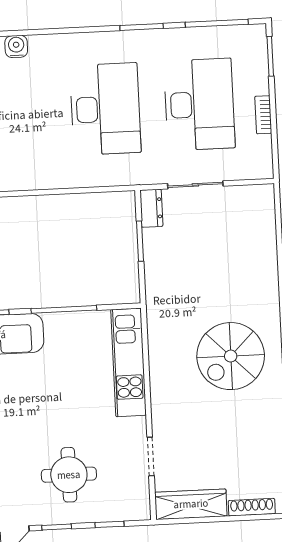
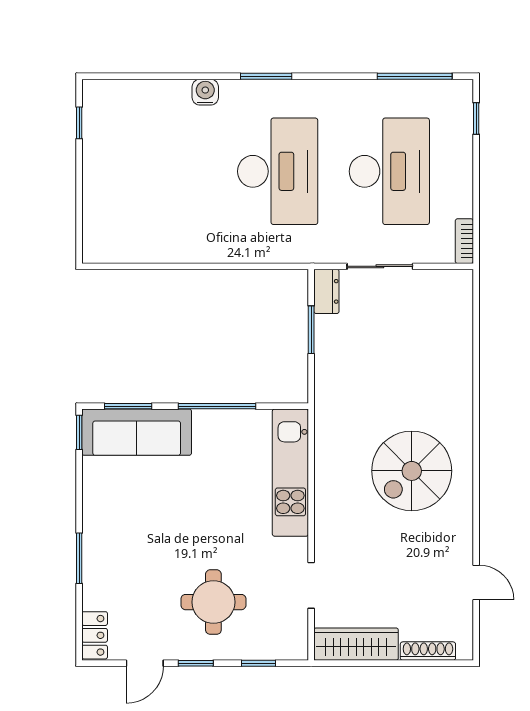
window: (142, 27) -> (266, 76), moved
water cooler: (16, 46) -> (205, 92), moved
window: (270, 56) -> (476, 118), width x0.67
bookcase: (263, 115) -> (464, 241), moved

